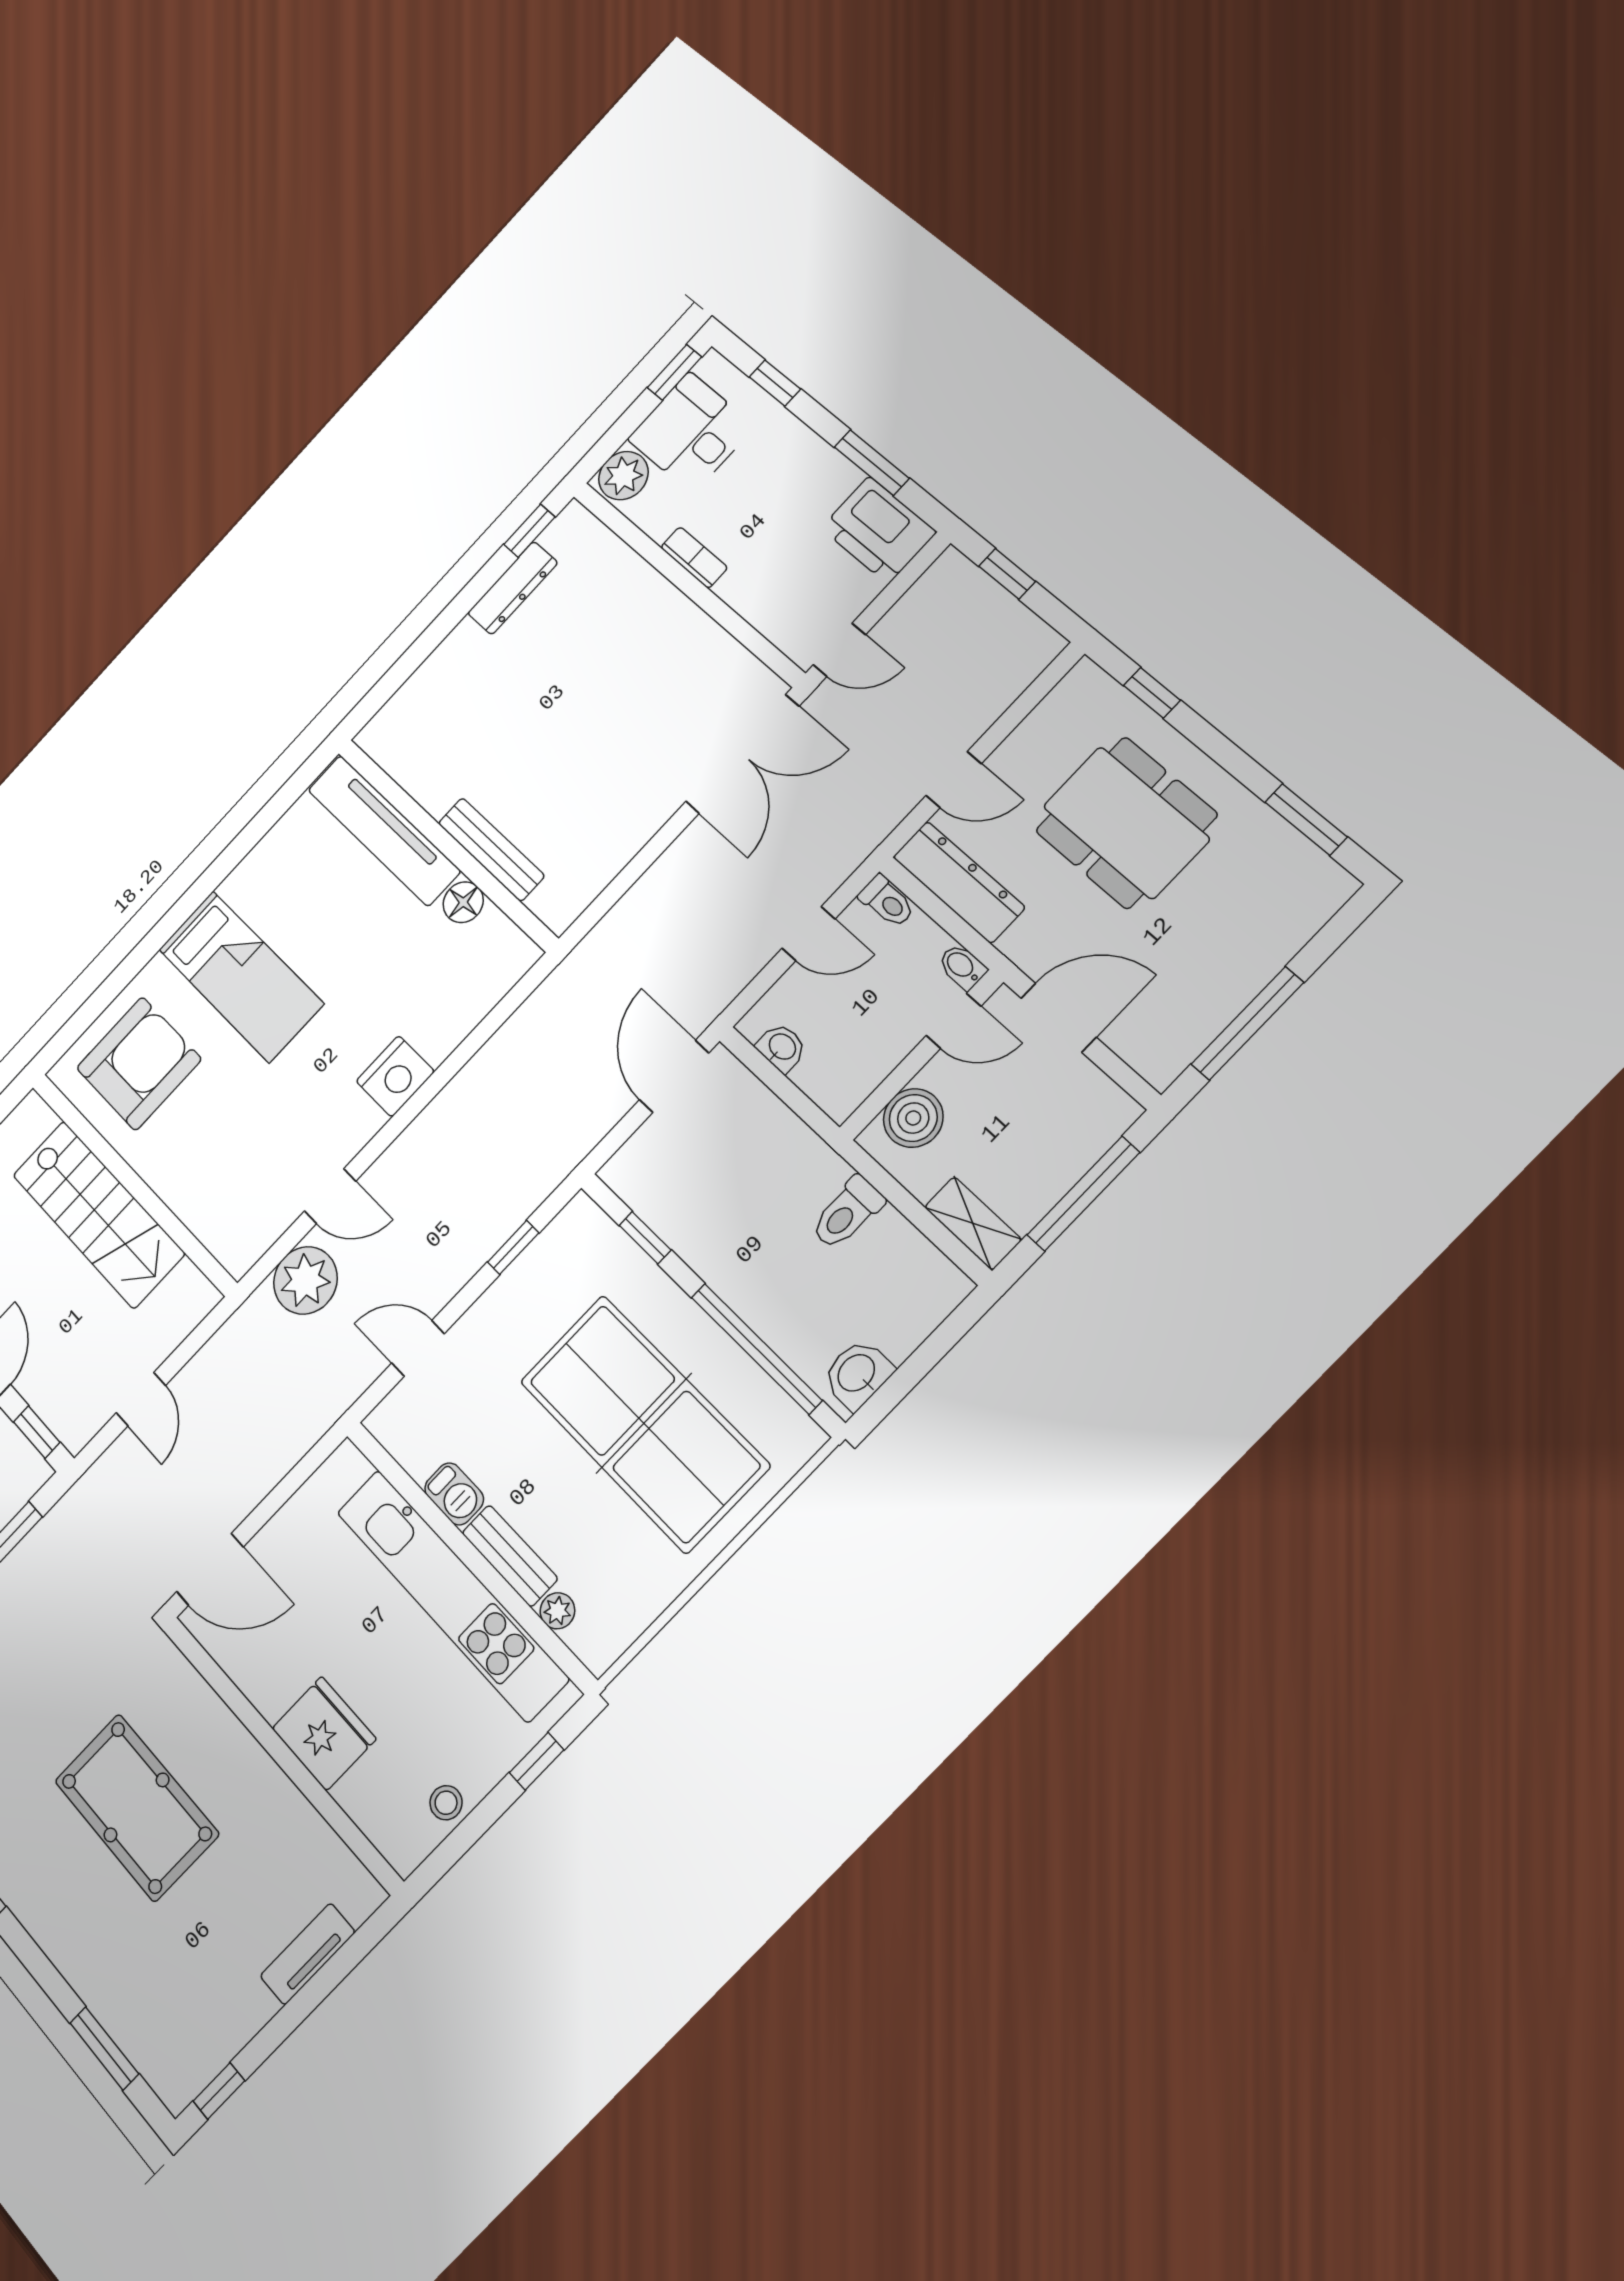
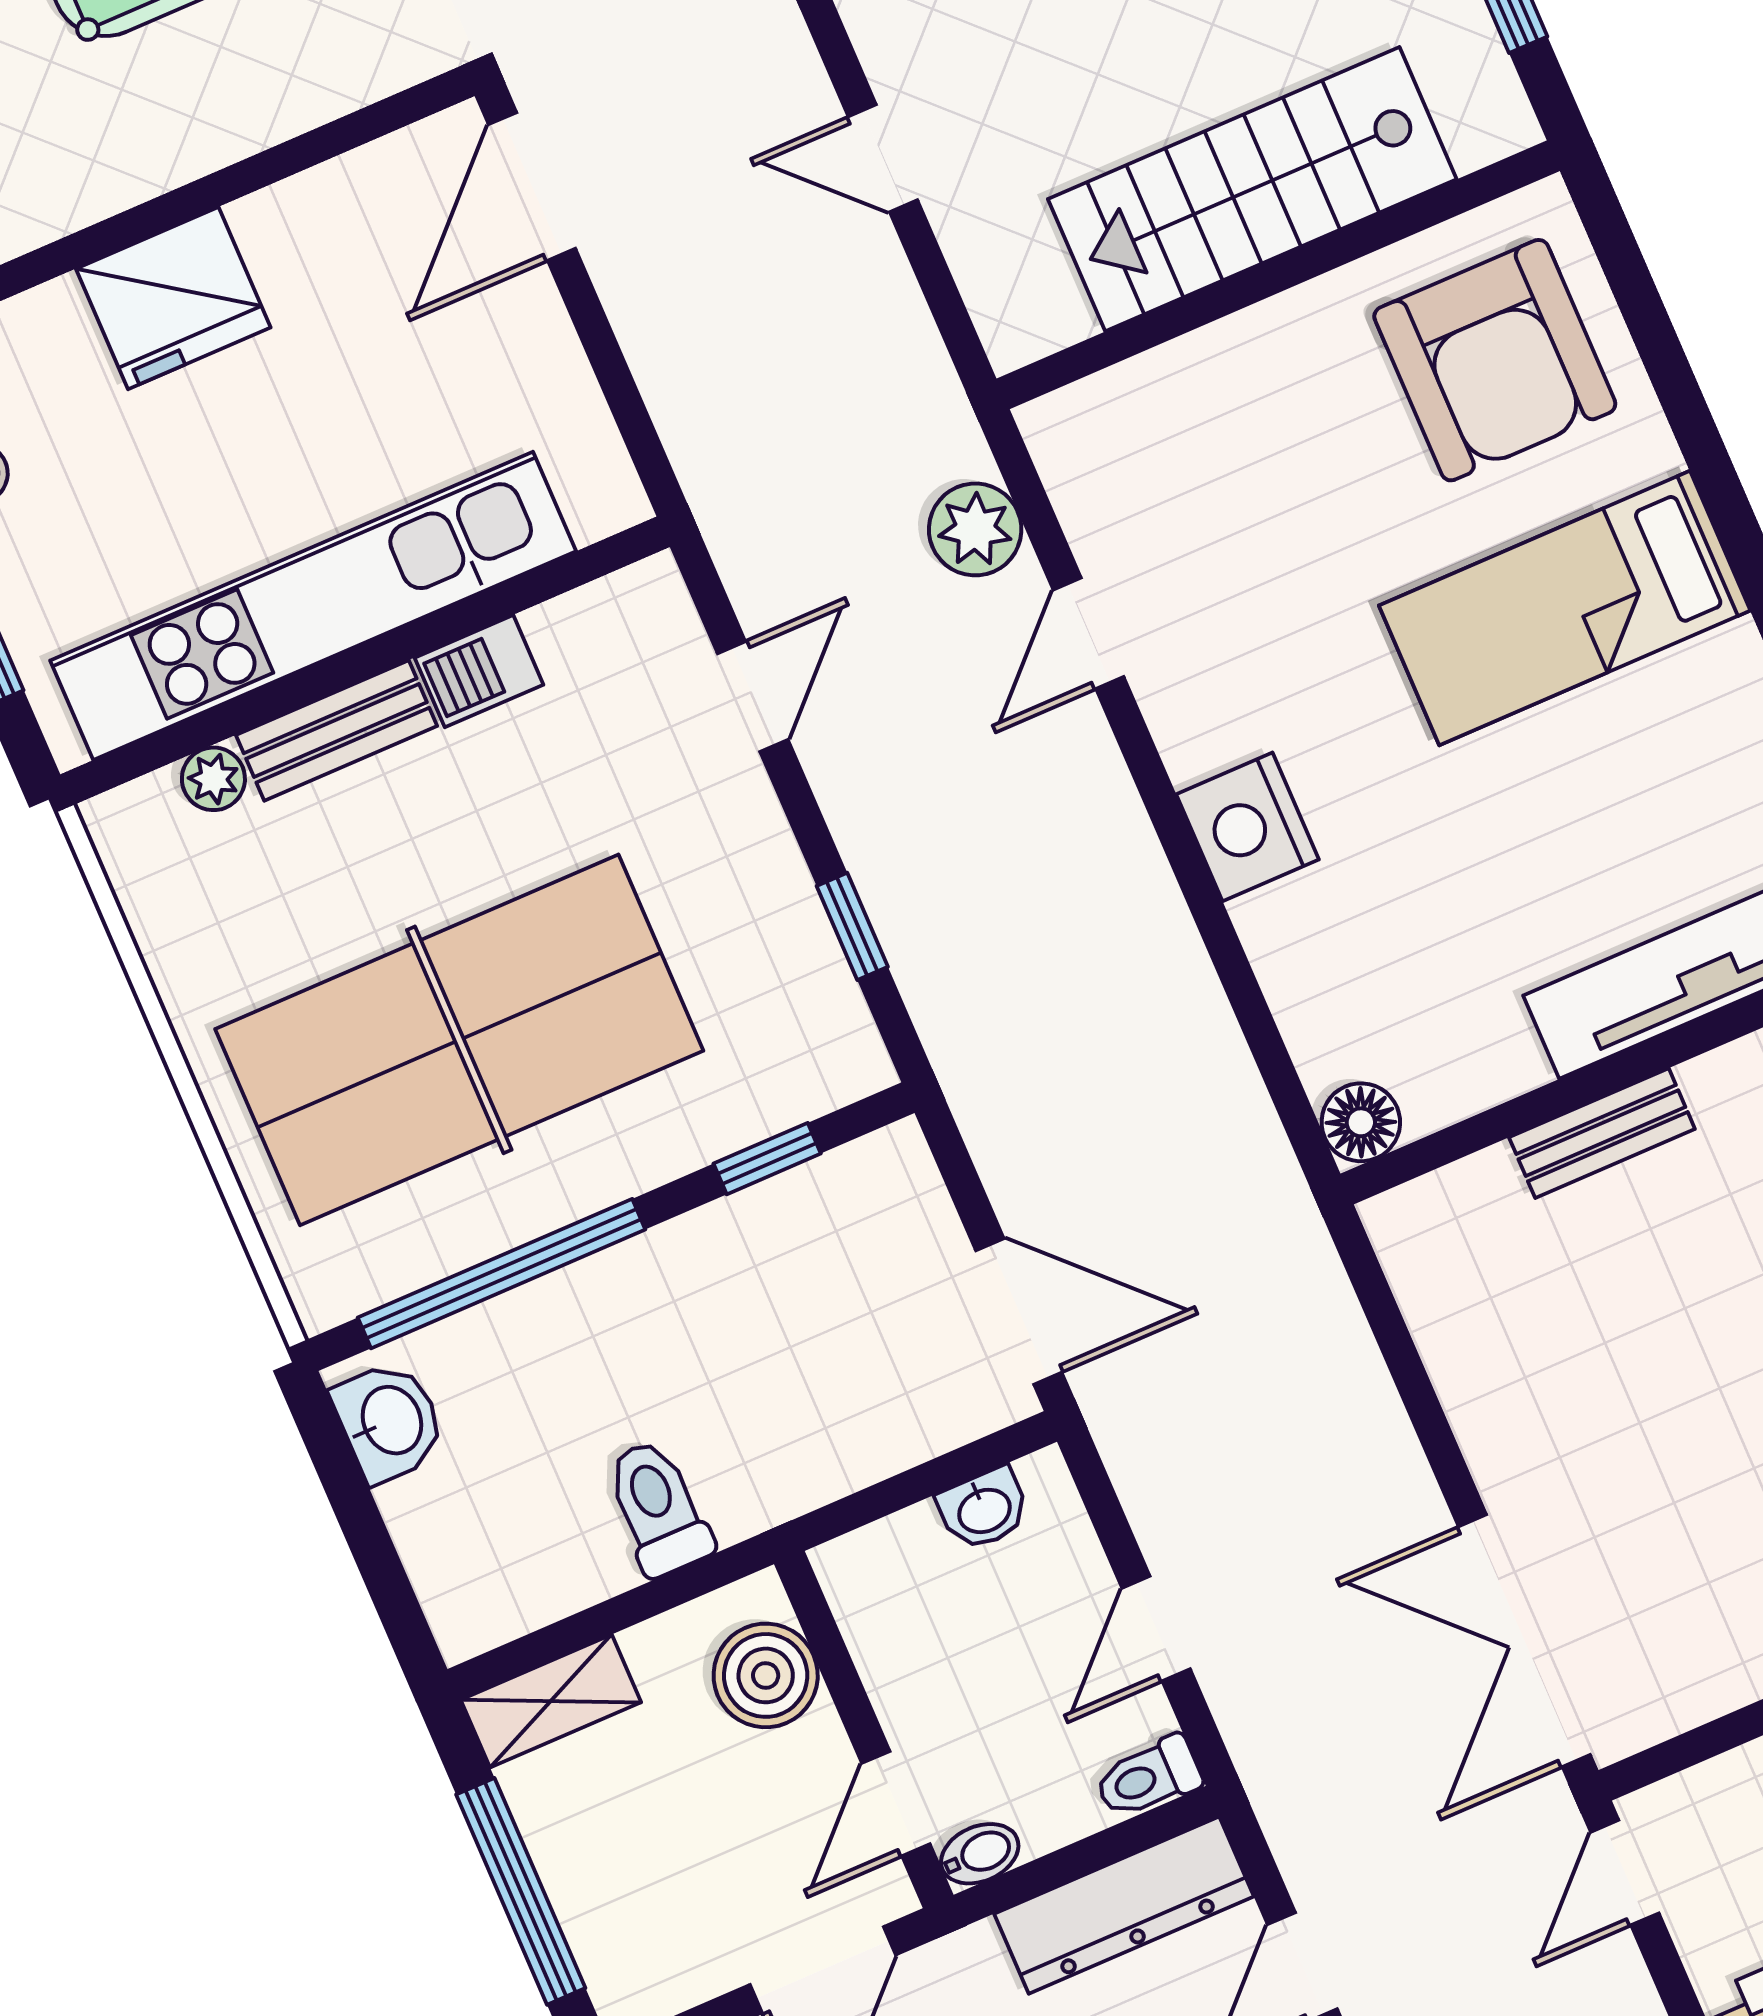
bench: (491, 849) -> (1602, 1133), width x0.73
floor lamp: (463, 902) -> (1361, 1122), moved
plant: (305, 1280) -> (975, 529), width x0.73, depth x0.73

